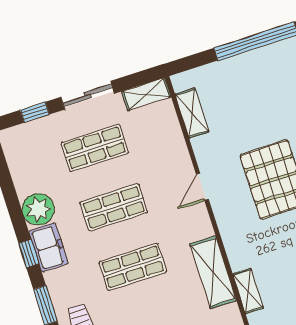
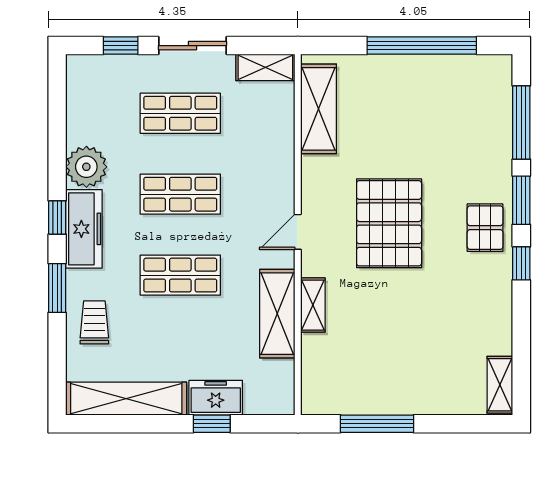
shelving: (192, 113) -> (319, 109), width x1.50, depth x1.33
door: (202, 187) -> (298, 232), moved
freezer: (48, 247) -> (84, 229), width x1.40
shelving: (248, 291) -> (313, 305), moved

